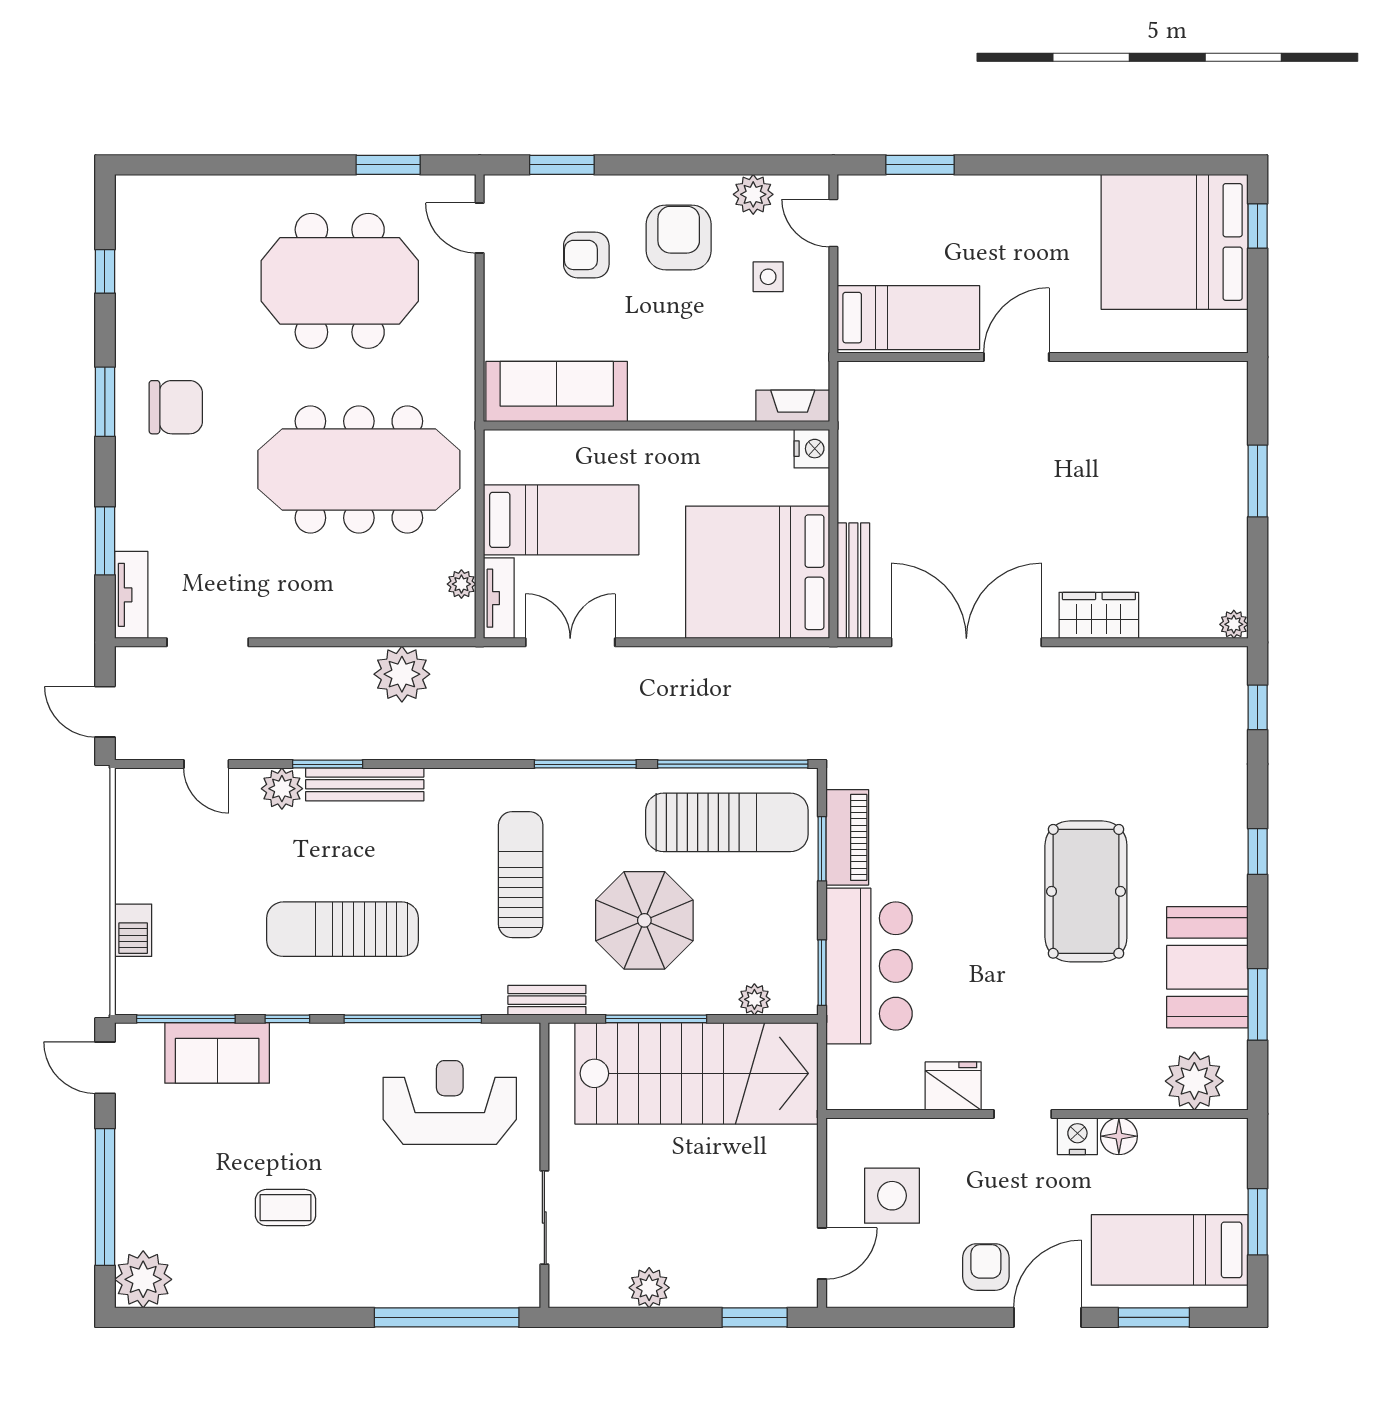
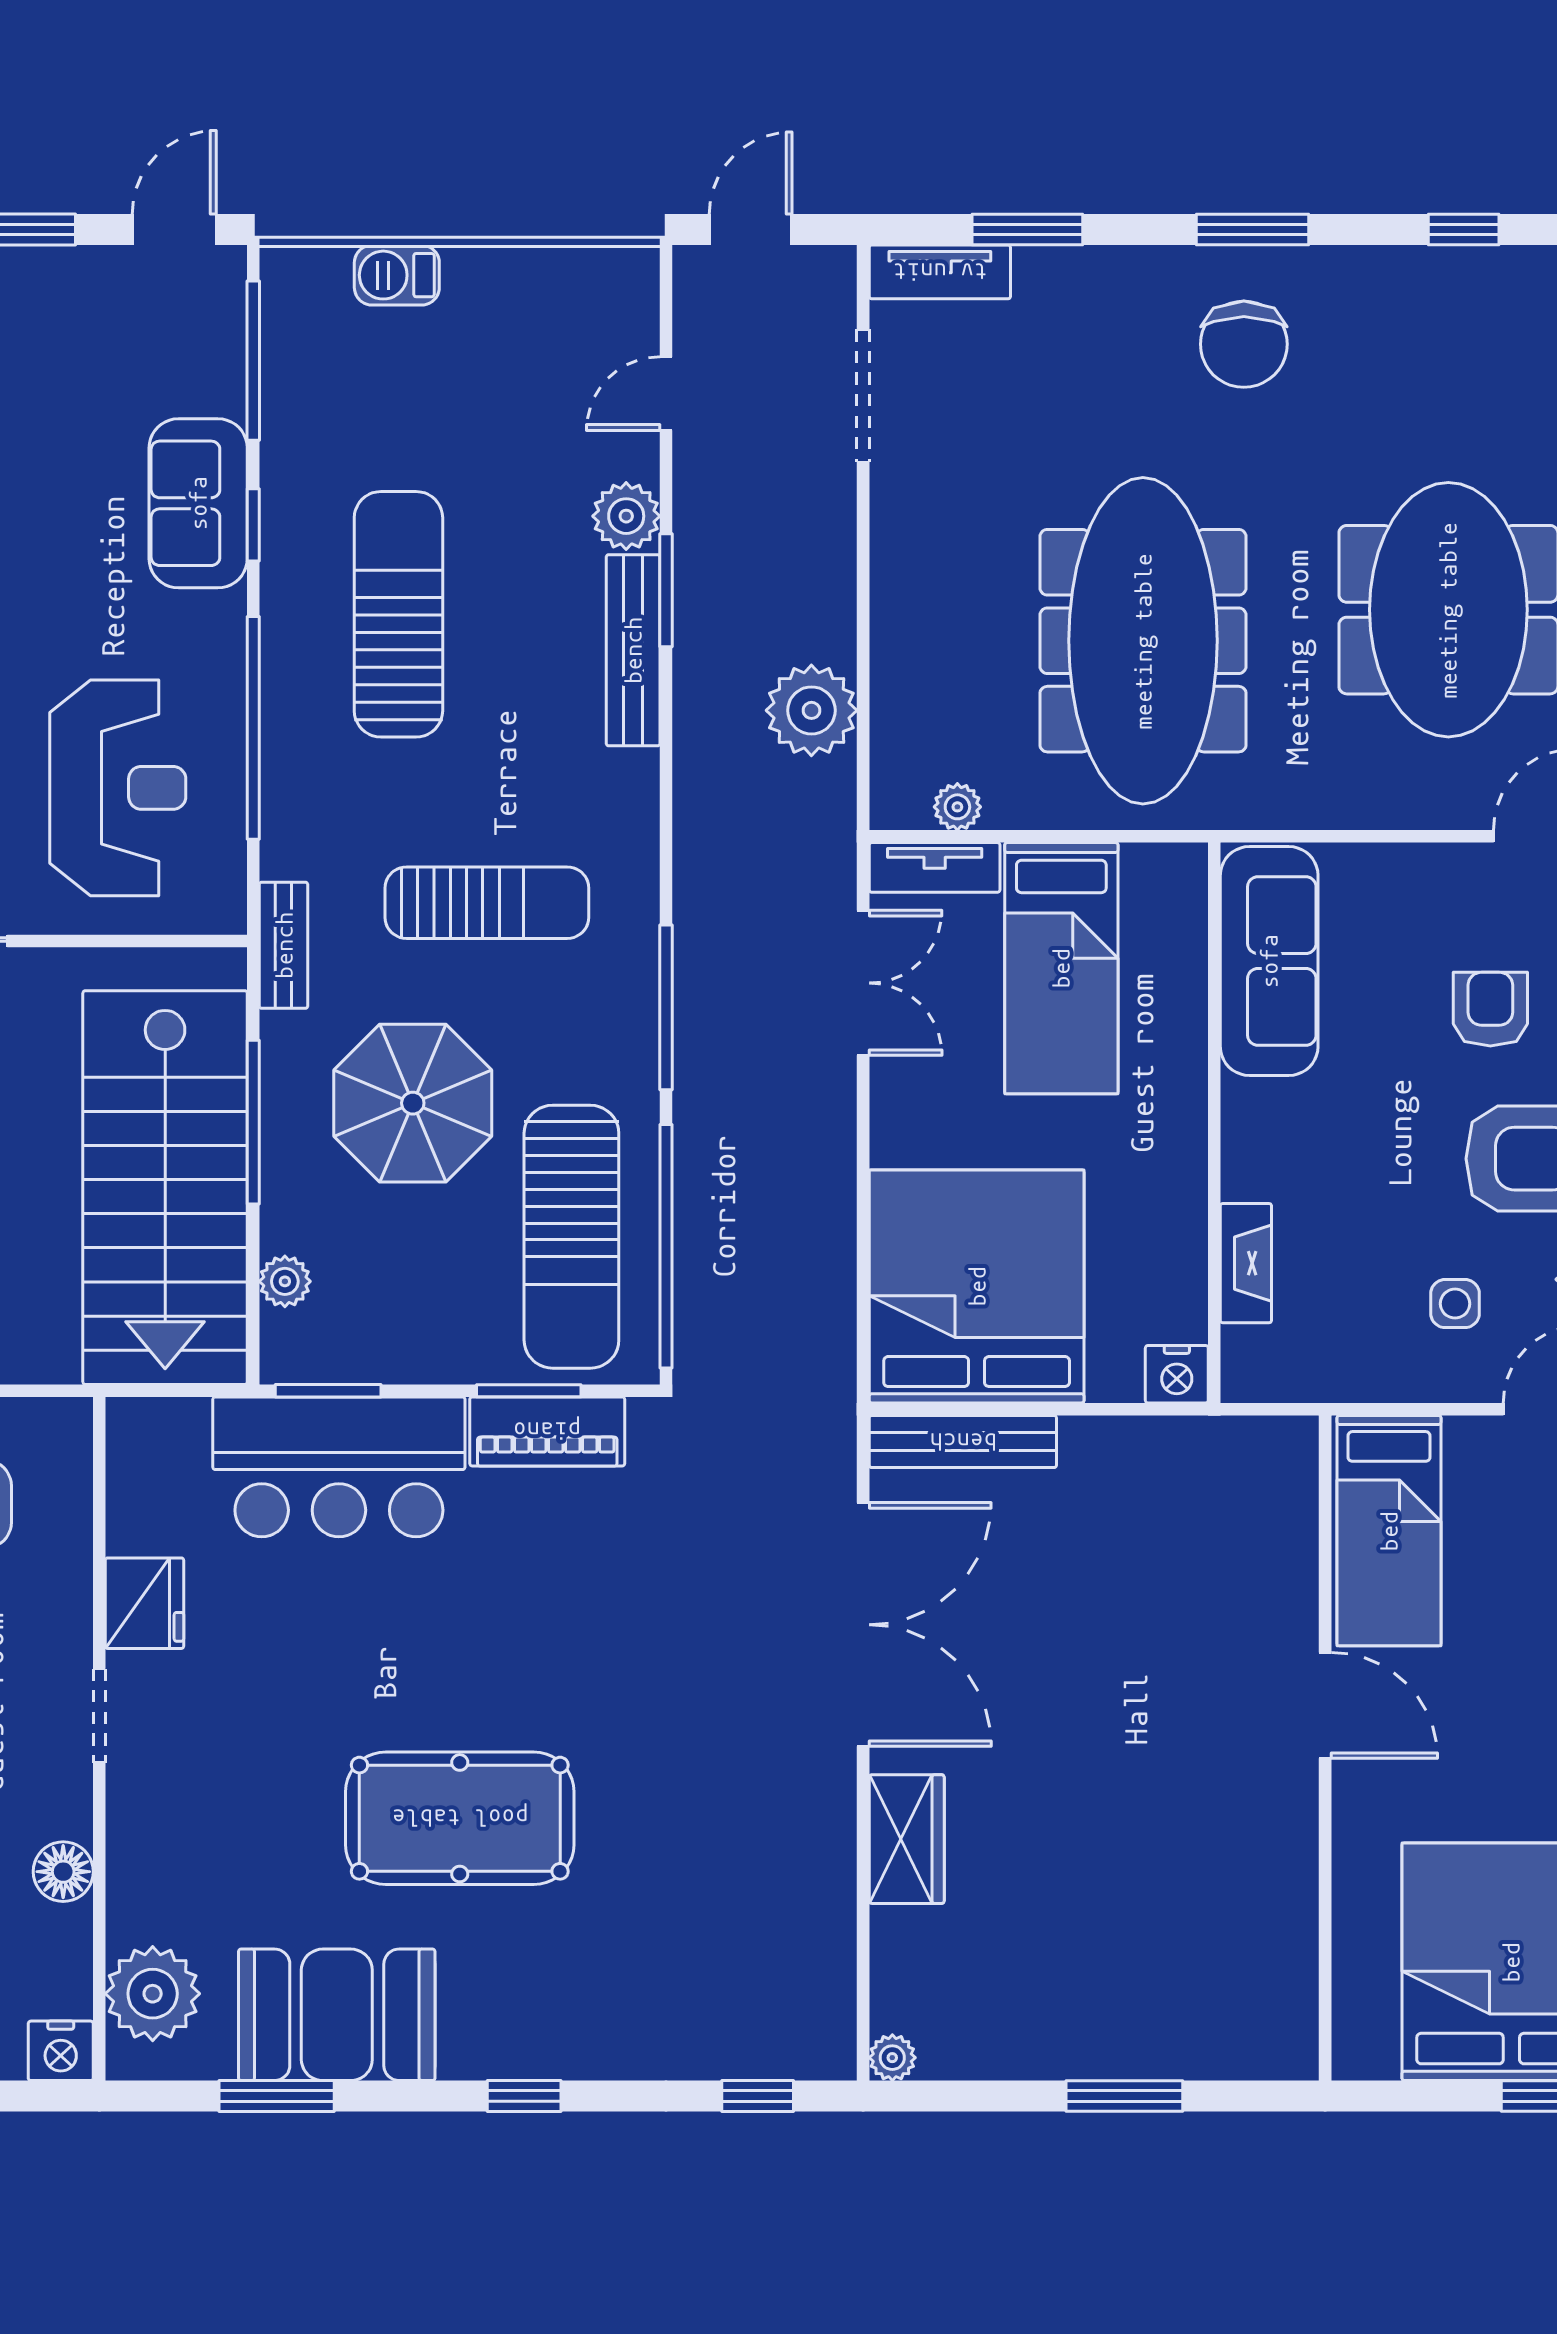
fireplace: (793, 406) -> (1246, 1263), moved
sofa: (217, 1053) -> (198, 503), moved
nightstand: (1077, 1136) -> (61, 2051), moved, turned 90

